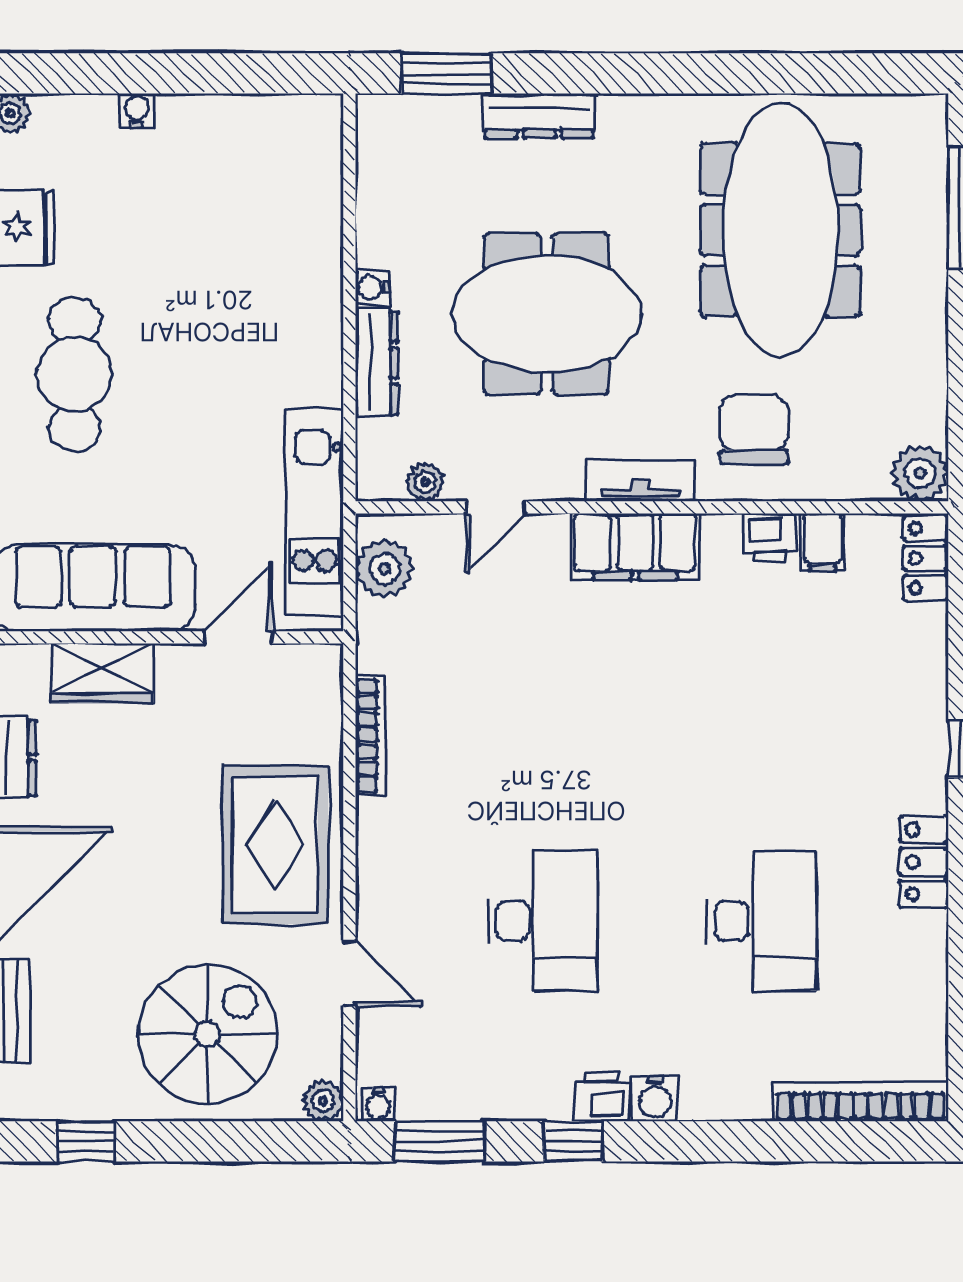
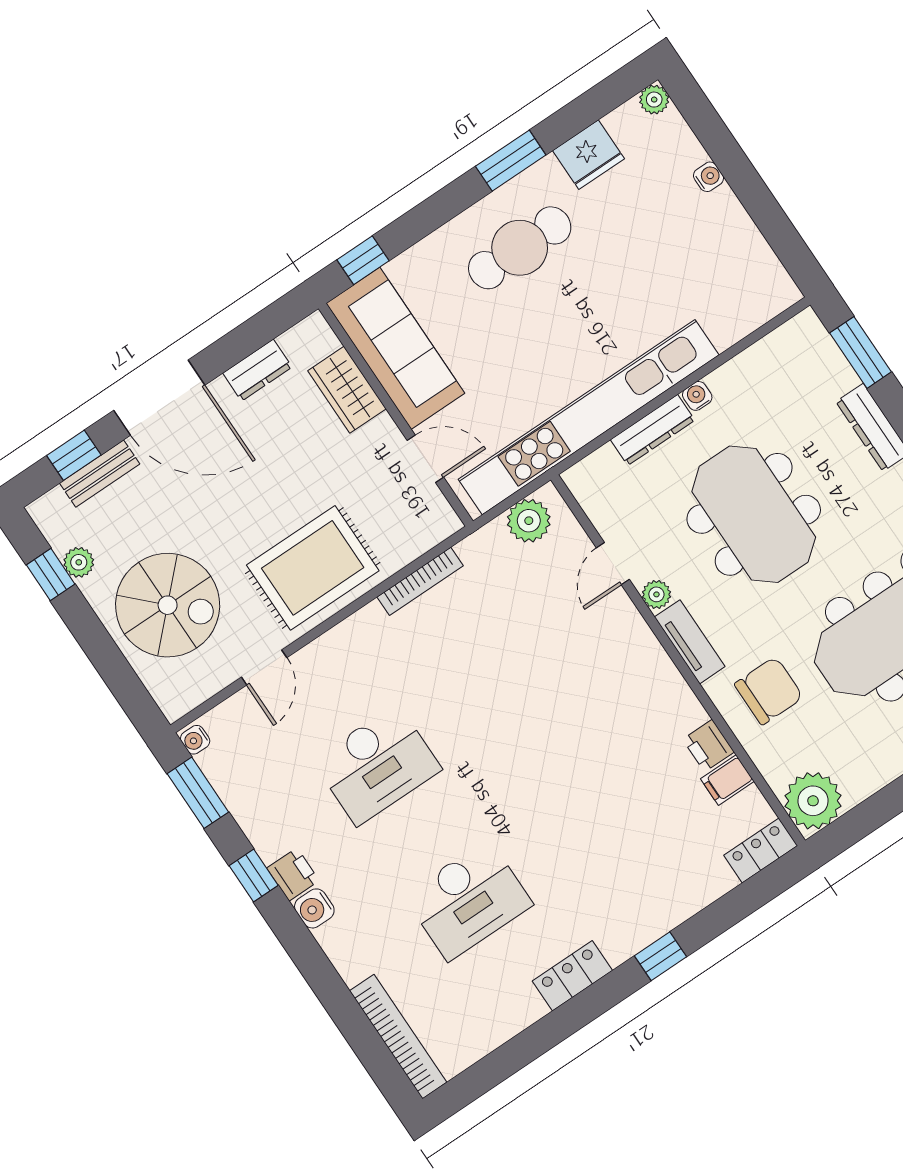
plant: (920, 473) -> (813, 801), width x1.36, depth x1.36
plant: (425, 482) -> (656, 594), moved
door: (496, 507) -> (613, 564), hinge flipped
kitchen unit: (314, 513) -> (589, 417), width x1.86
filing cabinet: (635, 547) -> (647, 666), removed
plant: (323, 1101) -> (79, 562), moved

